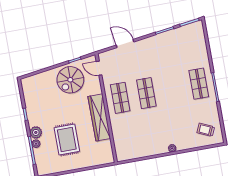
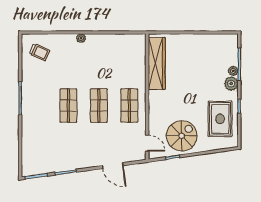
shop shelf: (199, 84) -> (68, 106), moved
wardrobe: (99, 117) -> (157, 63), moved
rug: (67, 140) -> (220, 119), moved

